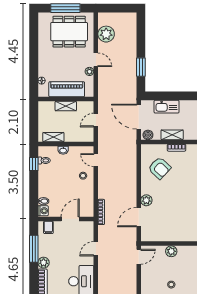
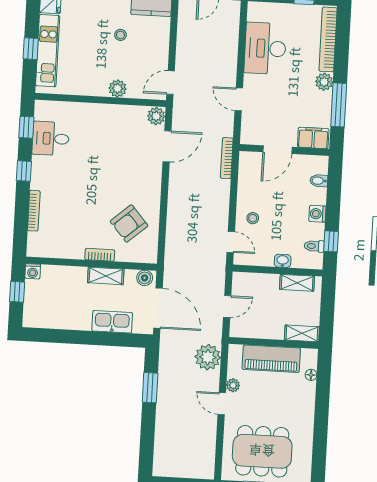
plant: (106, 34) -> (208, 357), moved
shelving: (66, 106) -> (302, 333), moved
armchair: (160, 168) -> (129, 224), turned -84
plant: (146, 200) -> (156, 116), moved
washing machine: (43, 211) -> (317, 214), moved
filing cabinet: (48, 227) -> (313, 138), width x2.00
door: (96, 249) -> (239, 99), swing flipped

